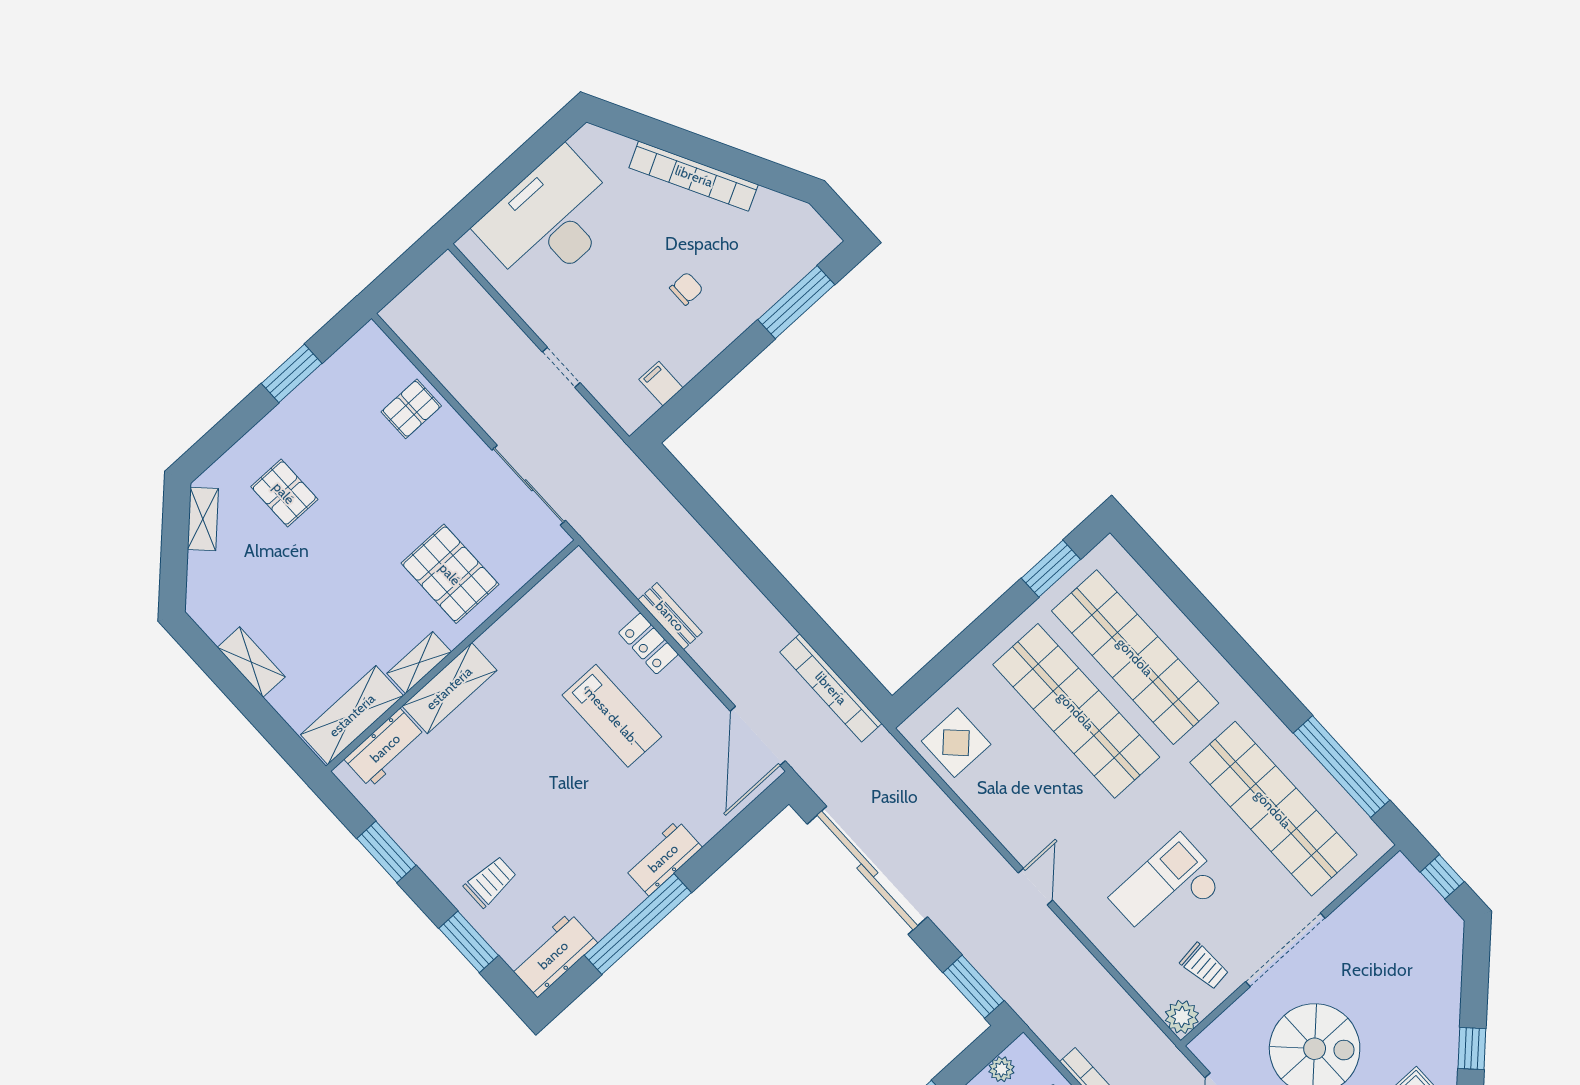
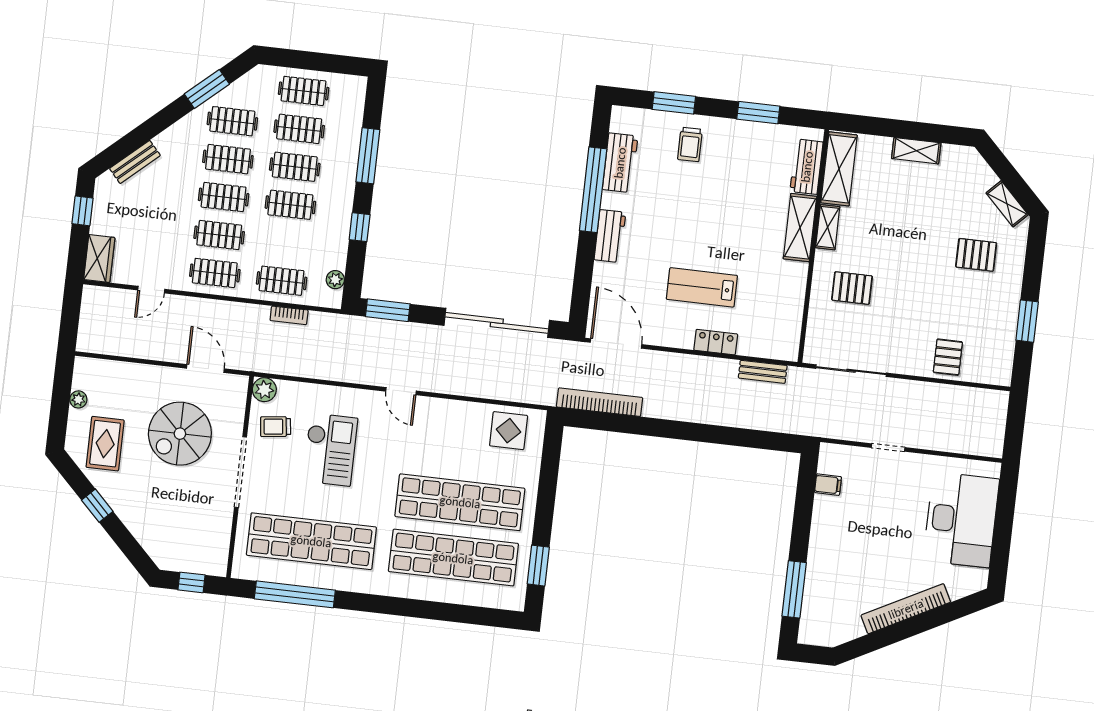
chair: (686, 289) -> (858, 546), removed
pallet: (450, 574) -> (852, 288), width x0.67, depth x0.71
bench: (670, 616) -> (763, 372), moved
workbench: (553, 955) -> (620, 163), moved

